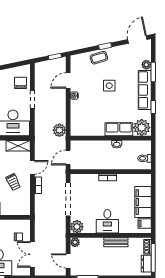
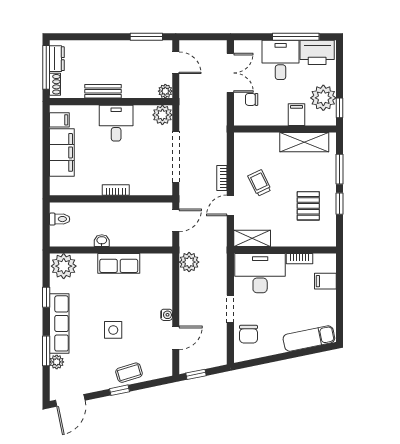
row of seats: (119, 129) -> (119, 263), moved

